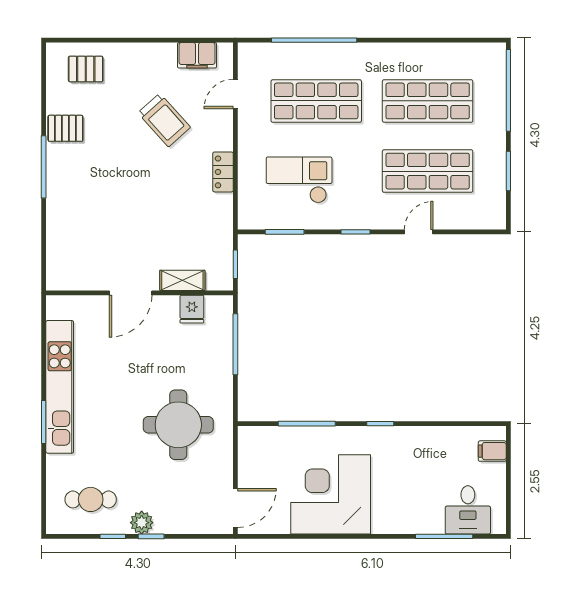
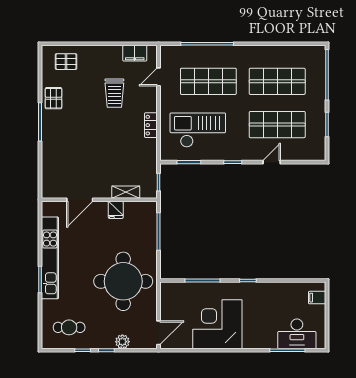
trolley: (164, 120) -> (114, 93), turned 42
pallet: (65, 128) -> (53, 98), turned 90
checkout: (299, 180) -> (198, 130), width x1.36, depth x1.21
door: (131, 293) -> (80, 200), moved
fridge: (192, 309) -> (116, 210), moved
round table: (178, 425) -> (123, 281), width x1.36, depth x1.36
desk: (468, 510) -> (297, 334), width x1.37
plant: (142, 523) -> (122, 342), moved

